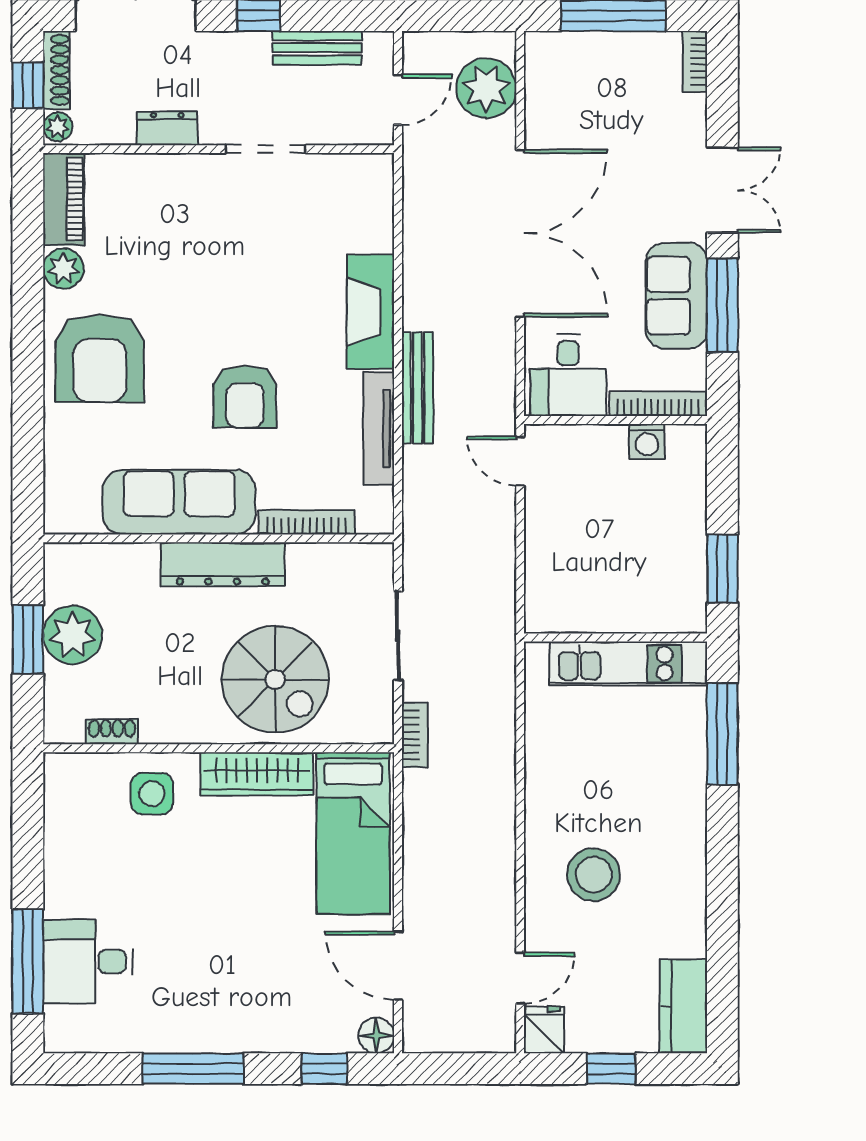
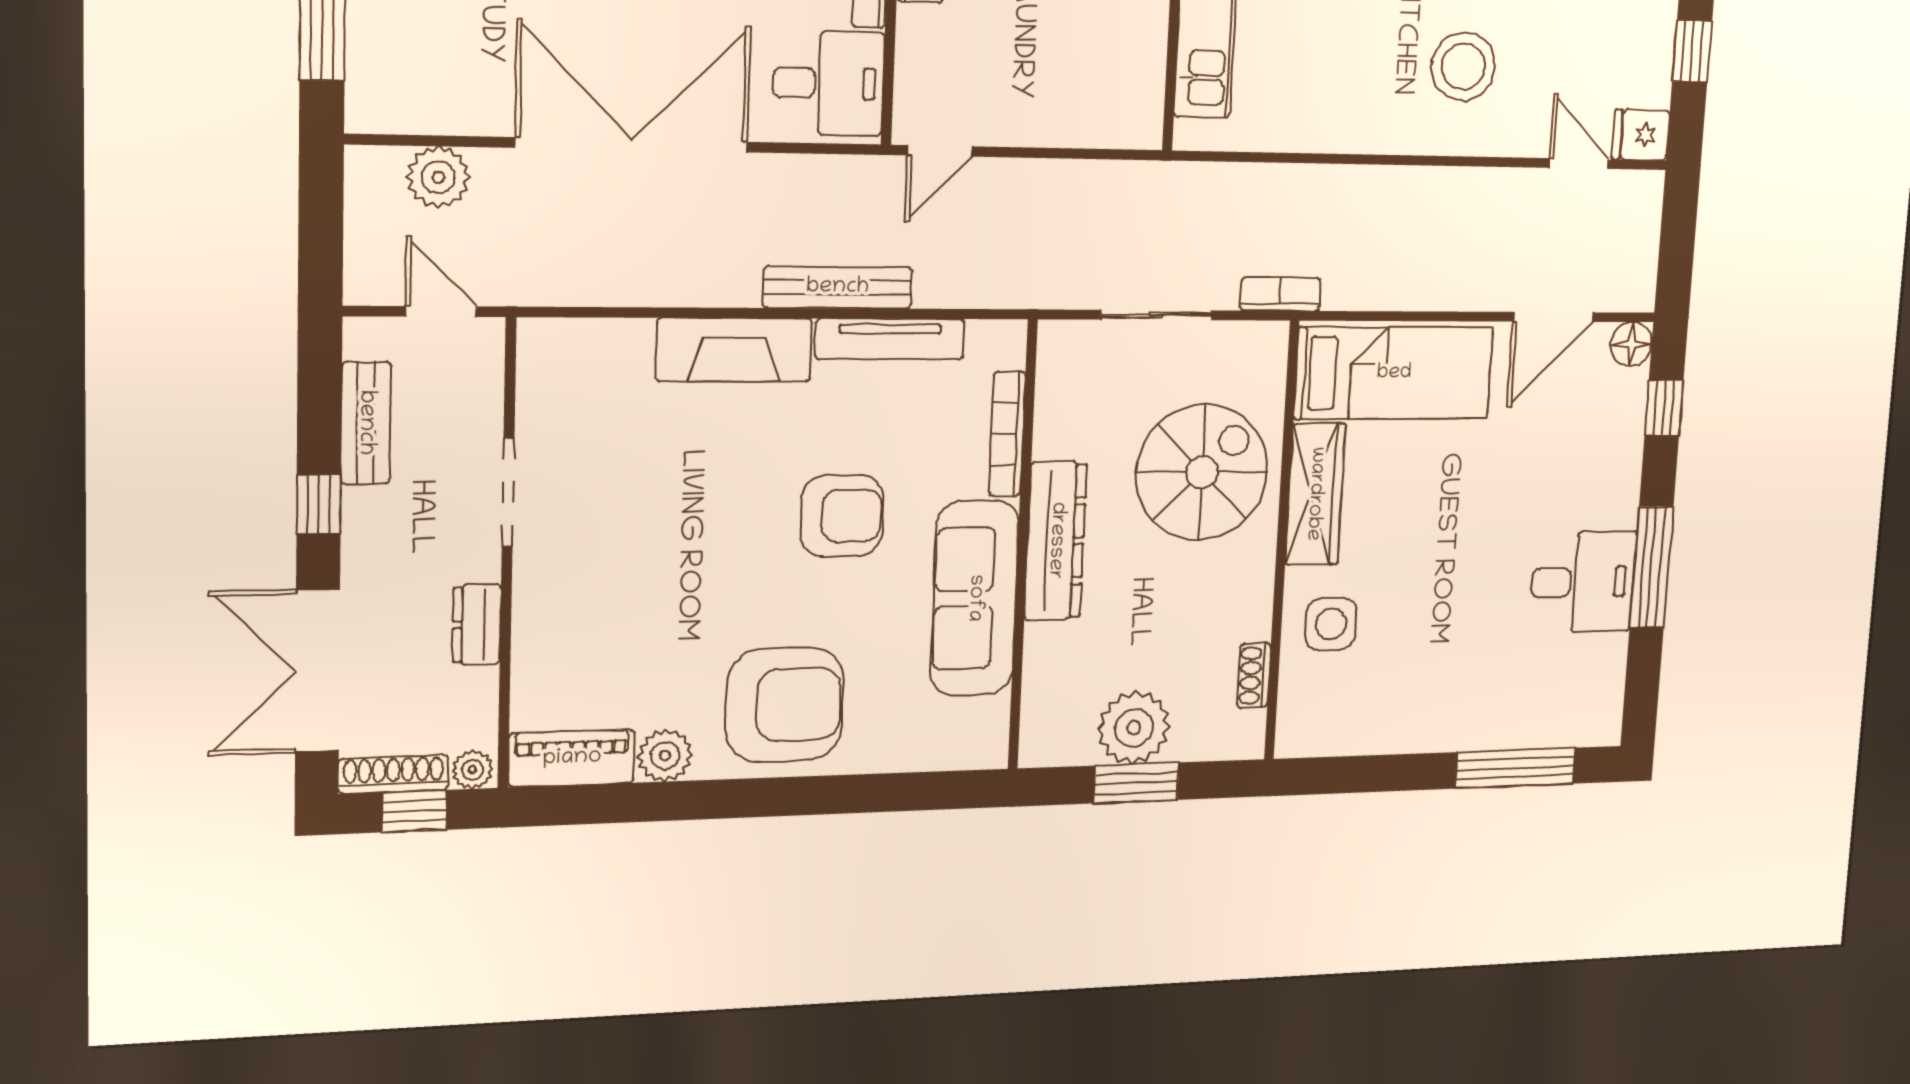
plant: (486, 88) -> (438, 177), width x0.73, depth x0.73
desk: (88, 962) -> (1583, 582), moved, turned -90

